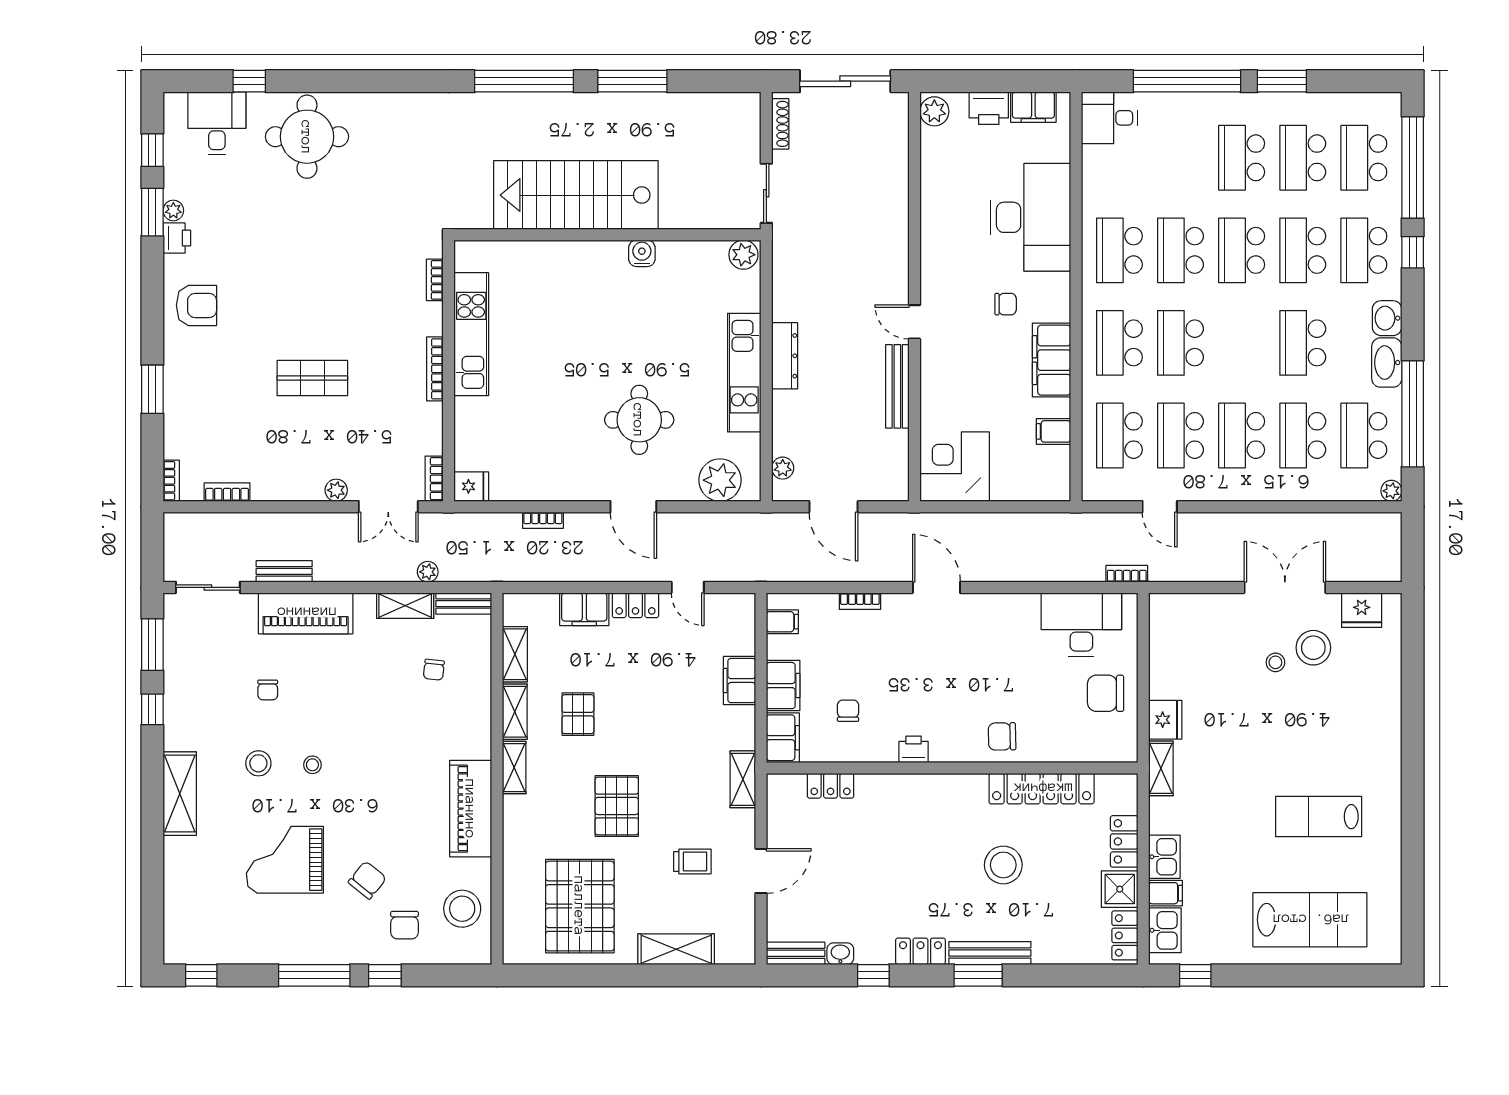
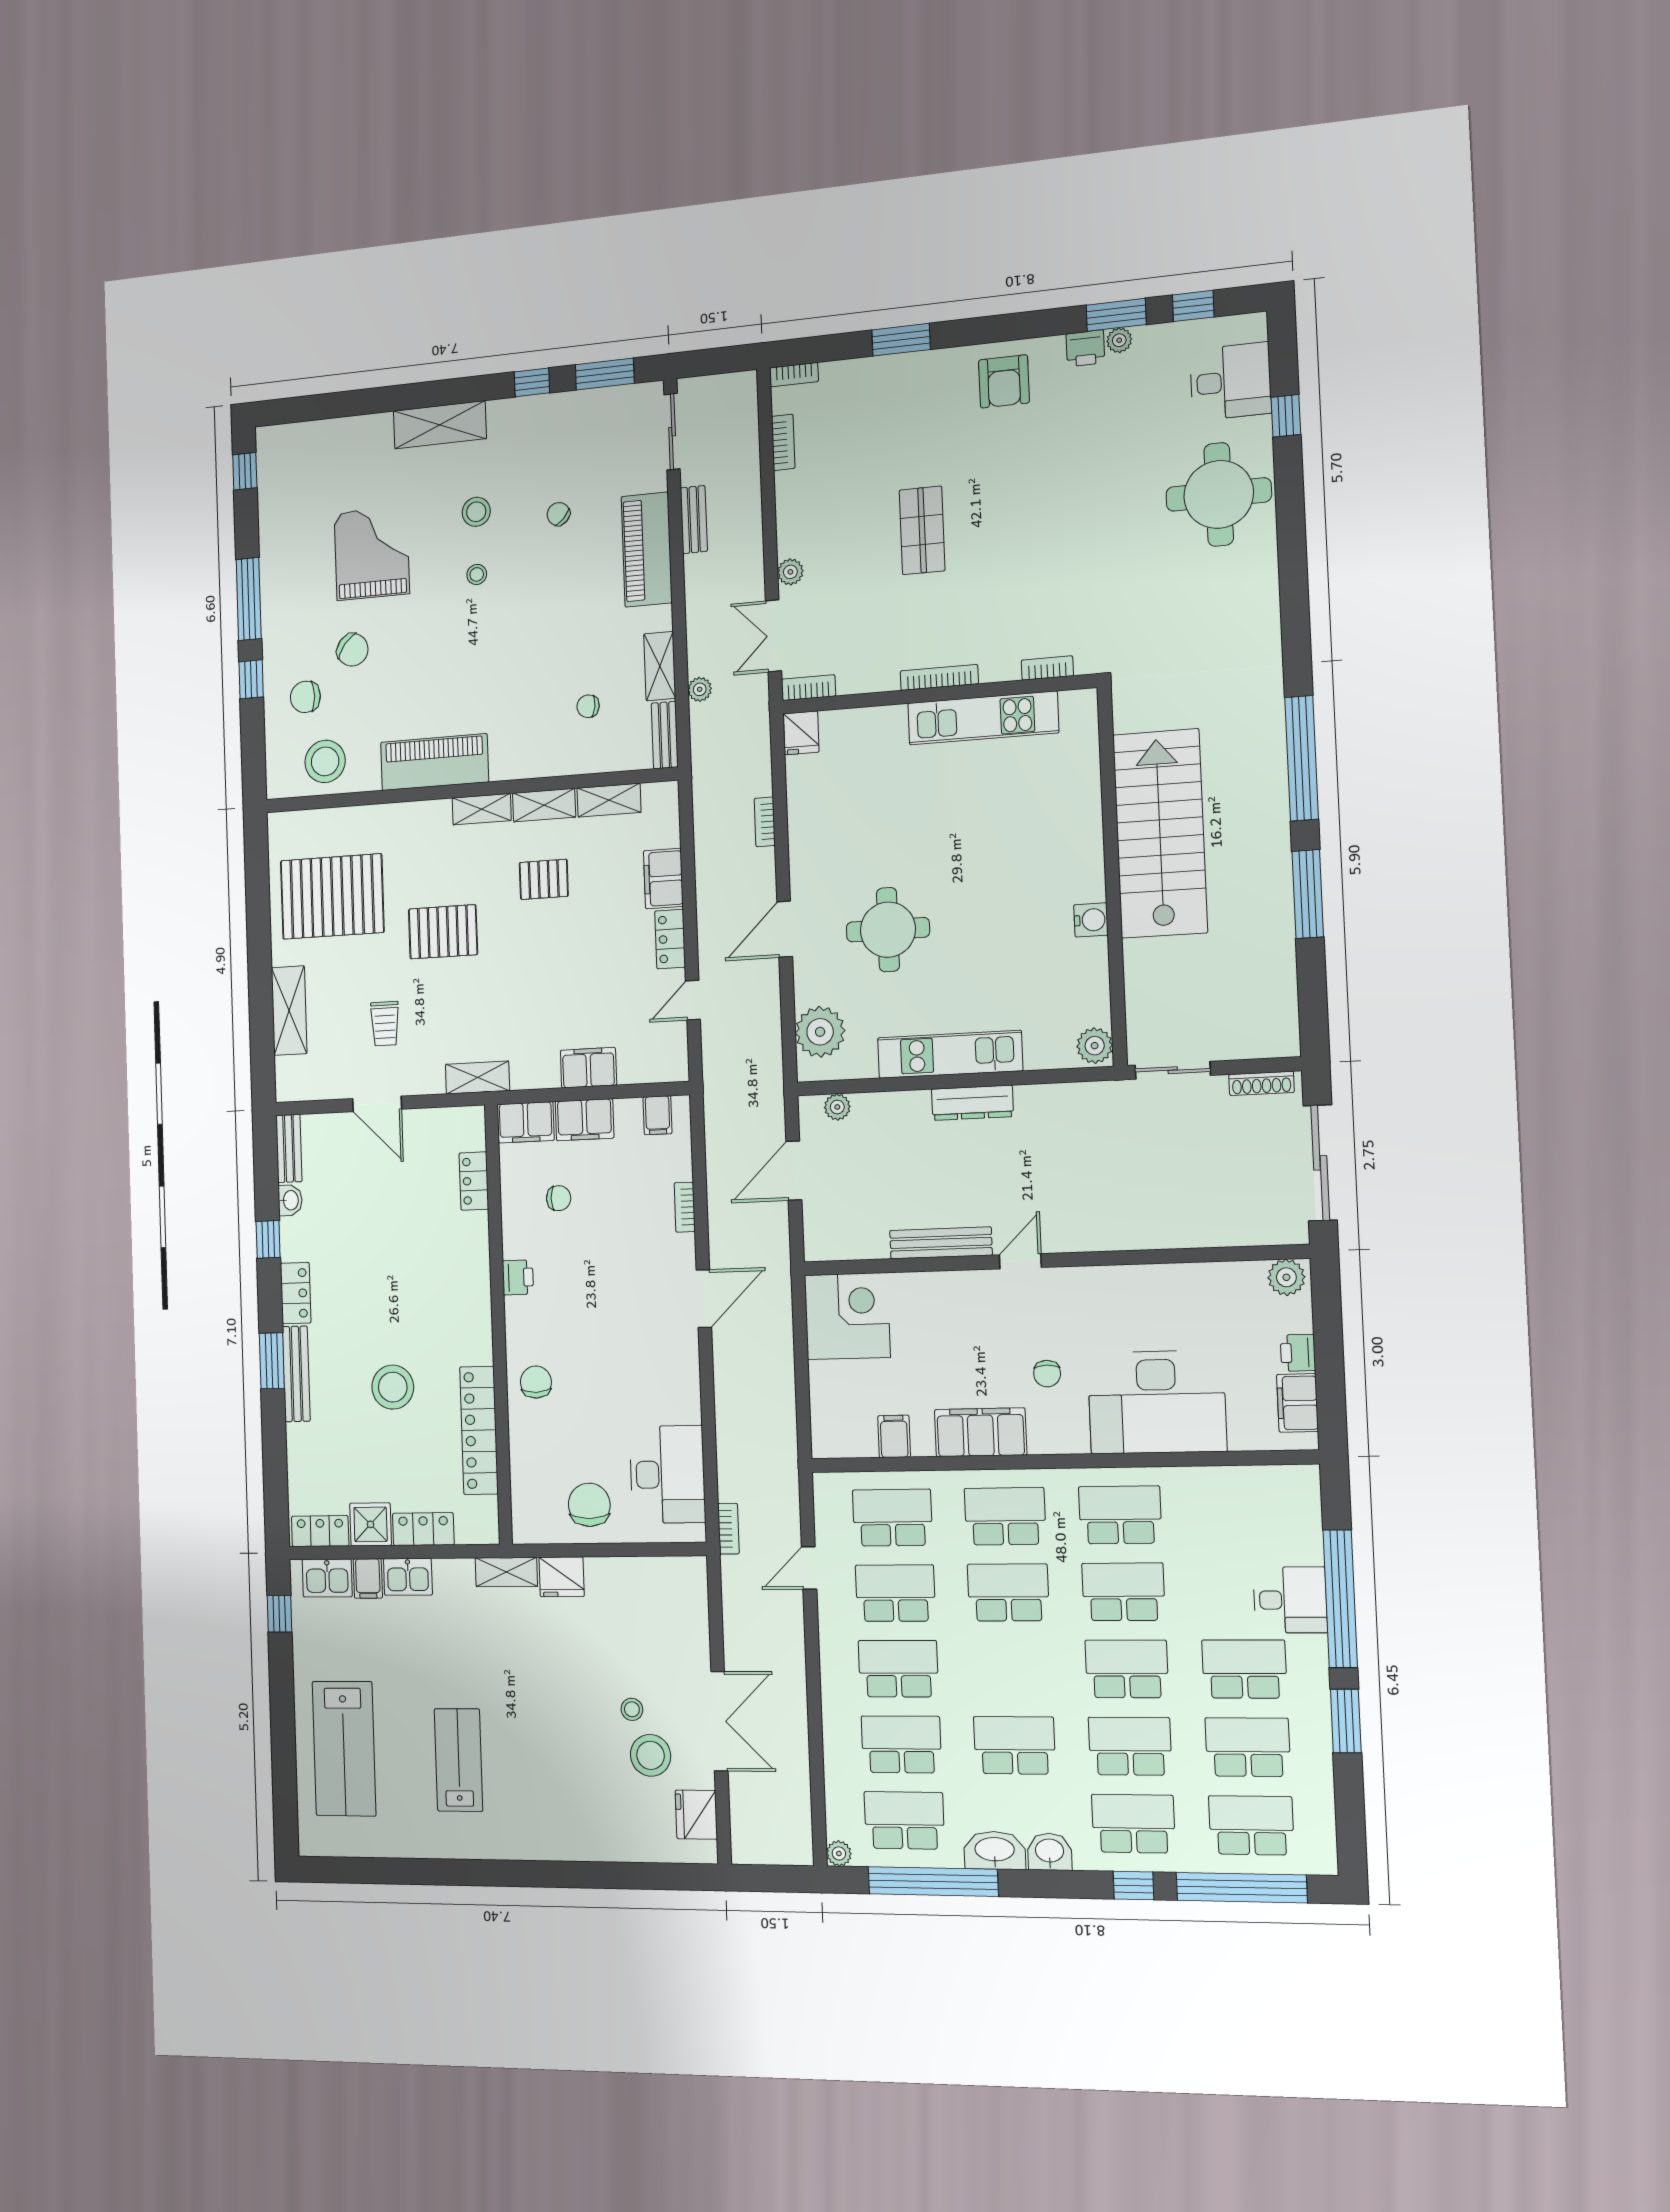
printer: (989, 108) -> (1298, 1353), width x0.73, depth x0.81
desk: (1109, 118) -> (1290, 1600), moved, turned 90
chair: (268, 690) -> (558, 514), turned 44

